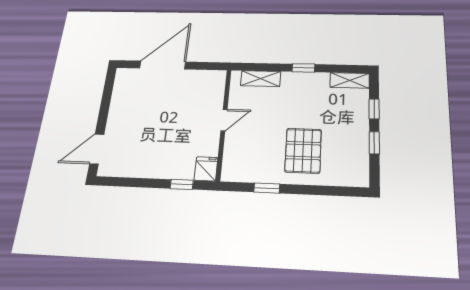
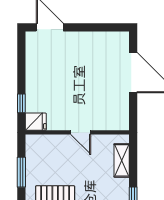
window: (267, 188) -> (21, 172), width x1.50

